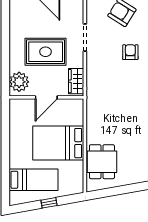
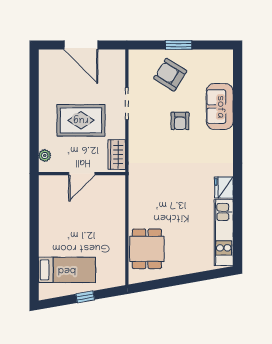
armchair: (130, 52) -> (180, 121), turned 180
plant: (19, 82) -> (45, 155), width x0.53, depth x0.53
bed: (58, 143) -> (96, 227), removed

